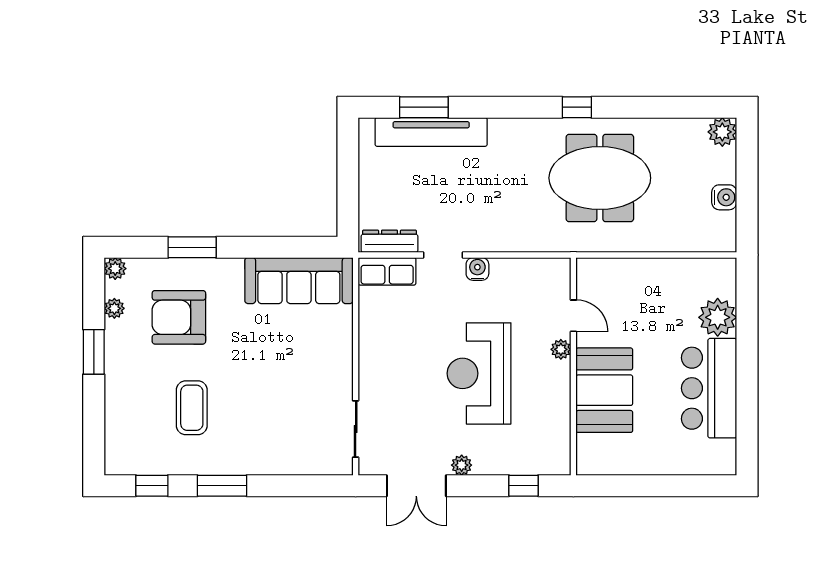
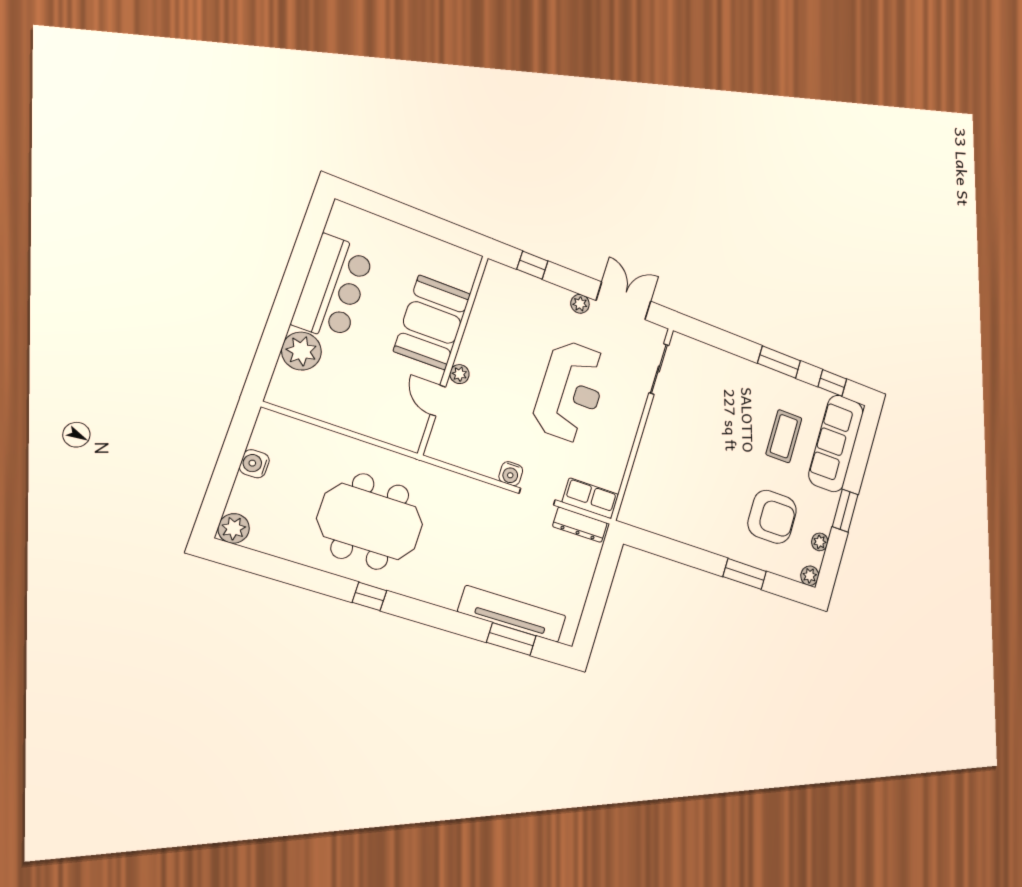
sofa: (299, 281) -> (836, 443), moved, turned -90
reception desk: (479, 373) -> (571, 392), moved

